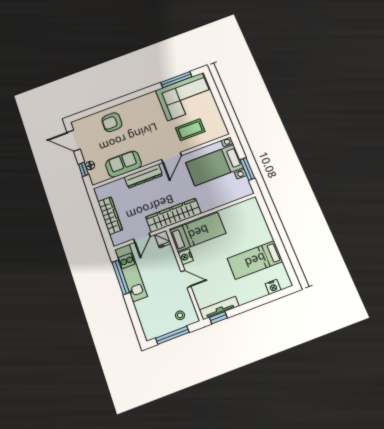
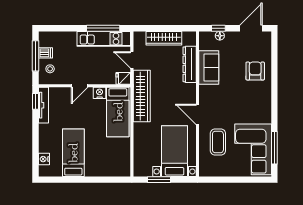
dresser: (143, 176) -> (190, 64), moved
dishwasher: (166, 326) -> (45, 53), added

